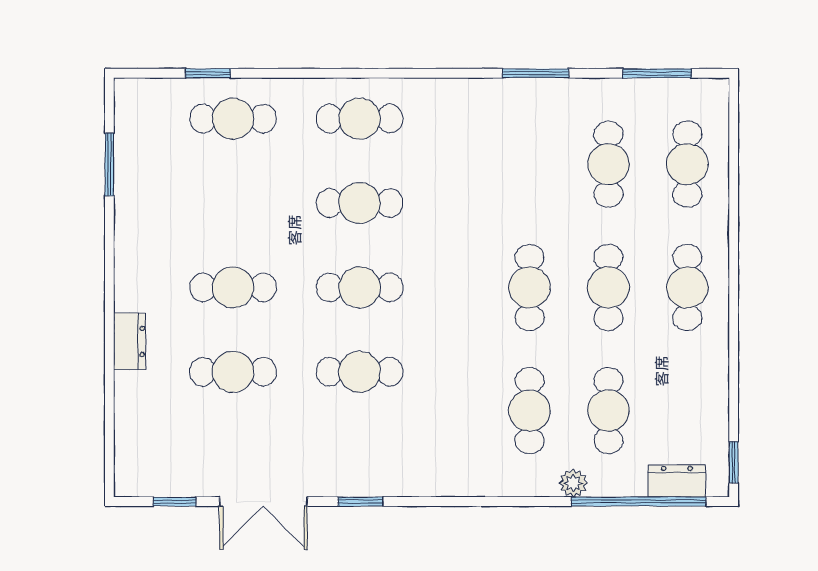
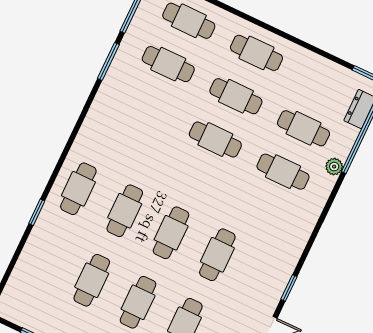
window: (208, 73) -> (37, 212), moved
window: (536, 73) -> (108, 62), moved
cafe table: (233, 119) -> (92, 280), moved

